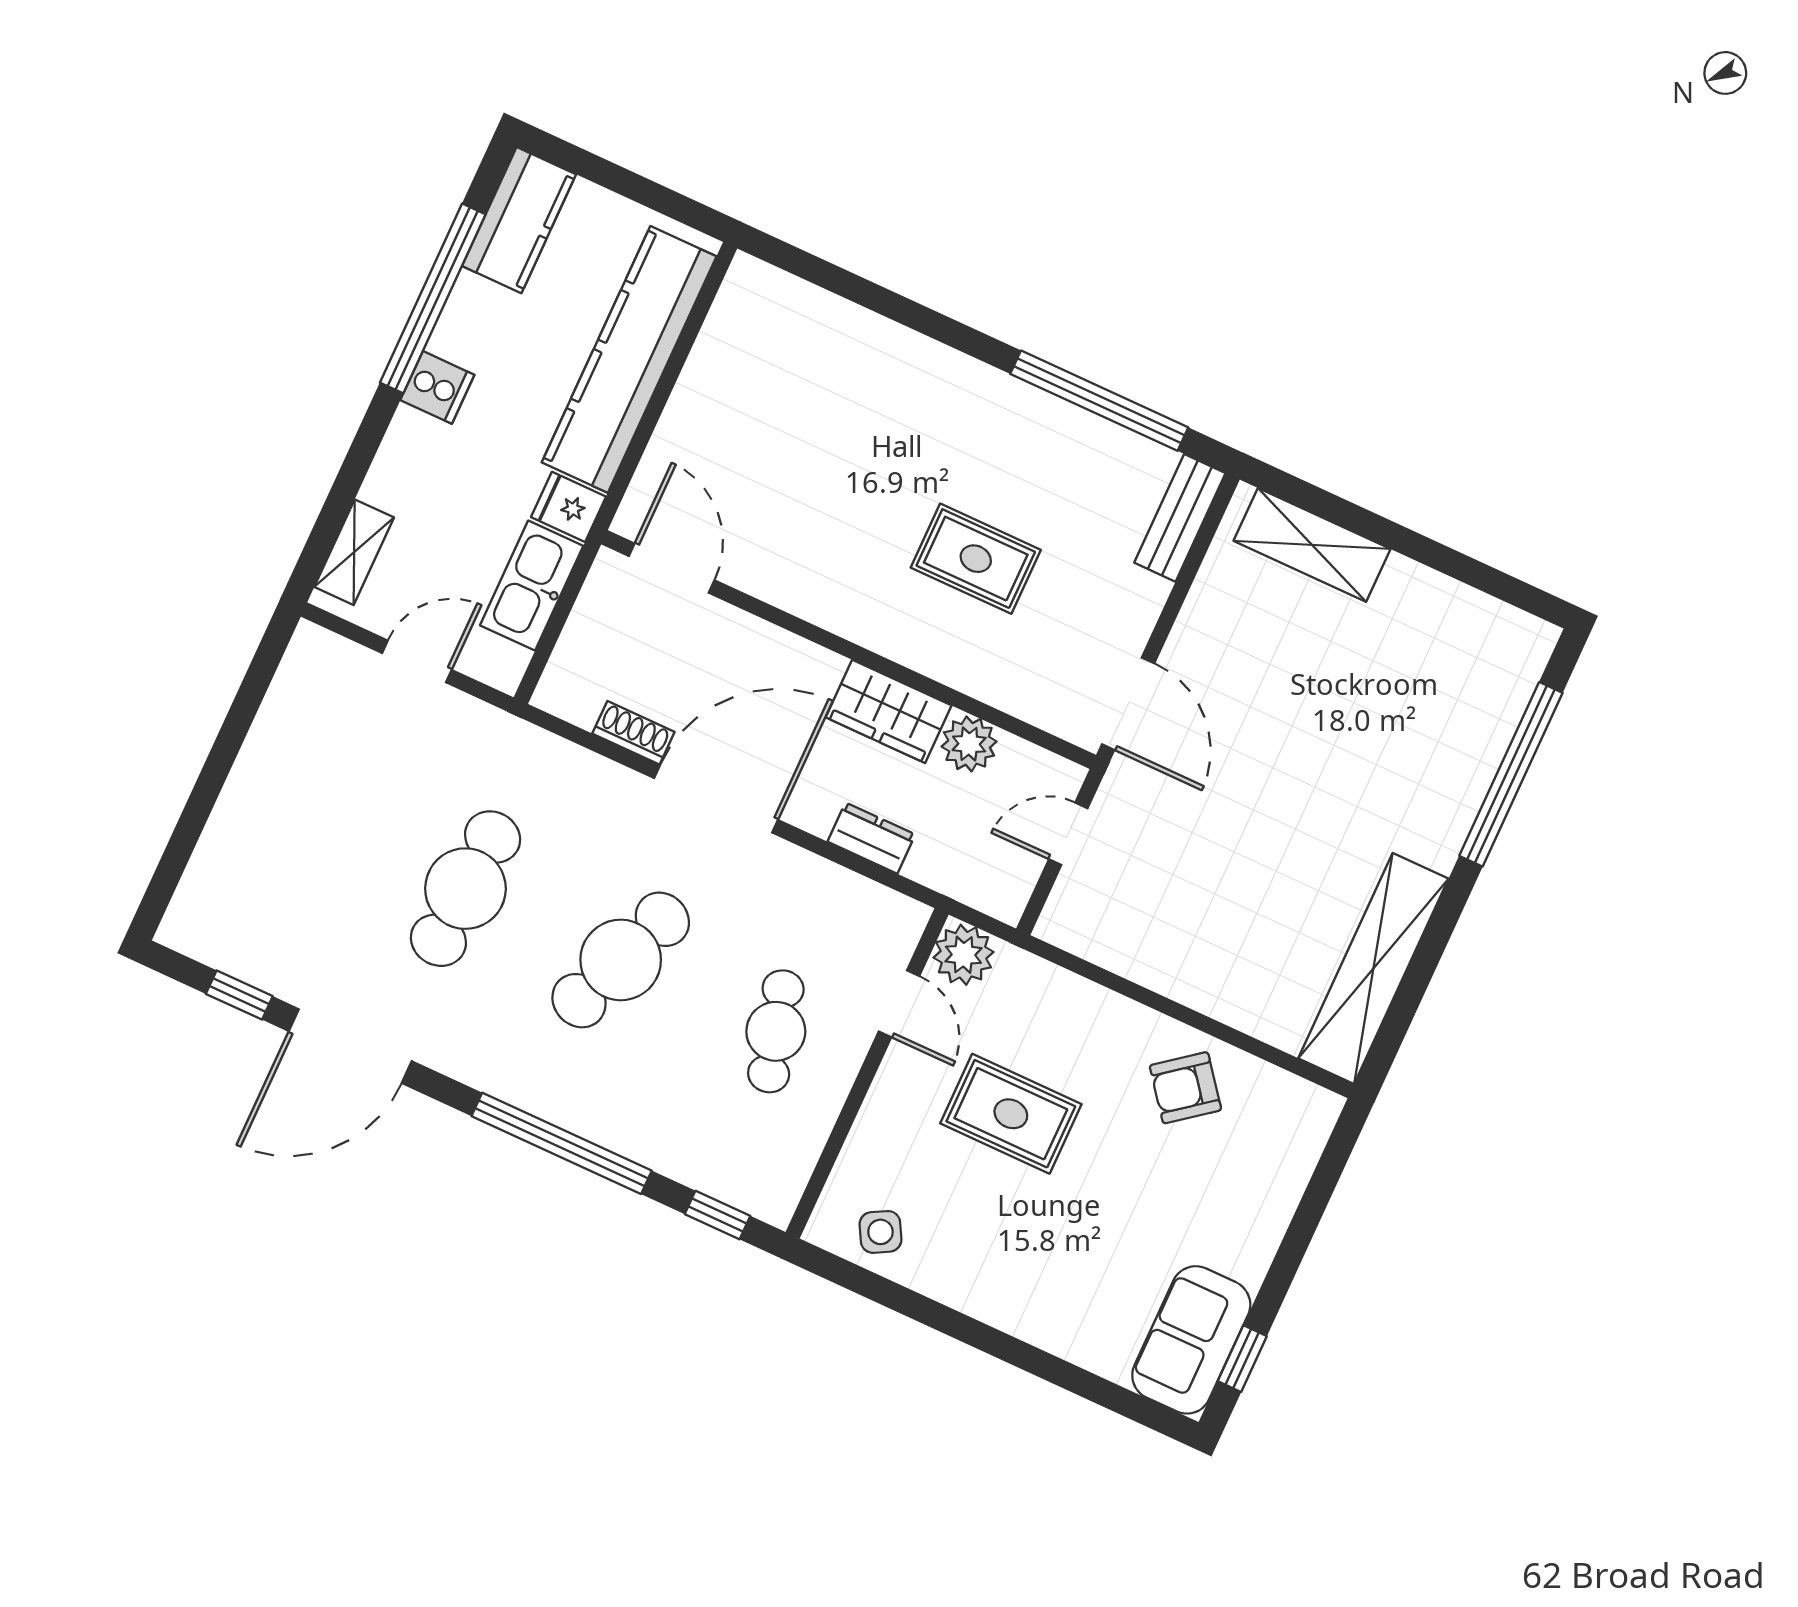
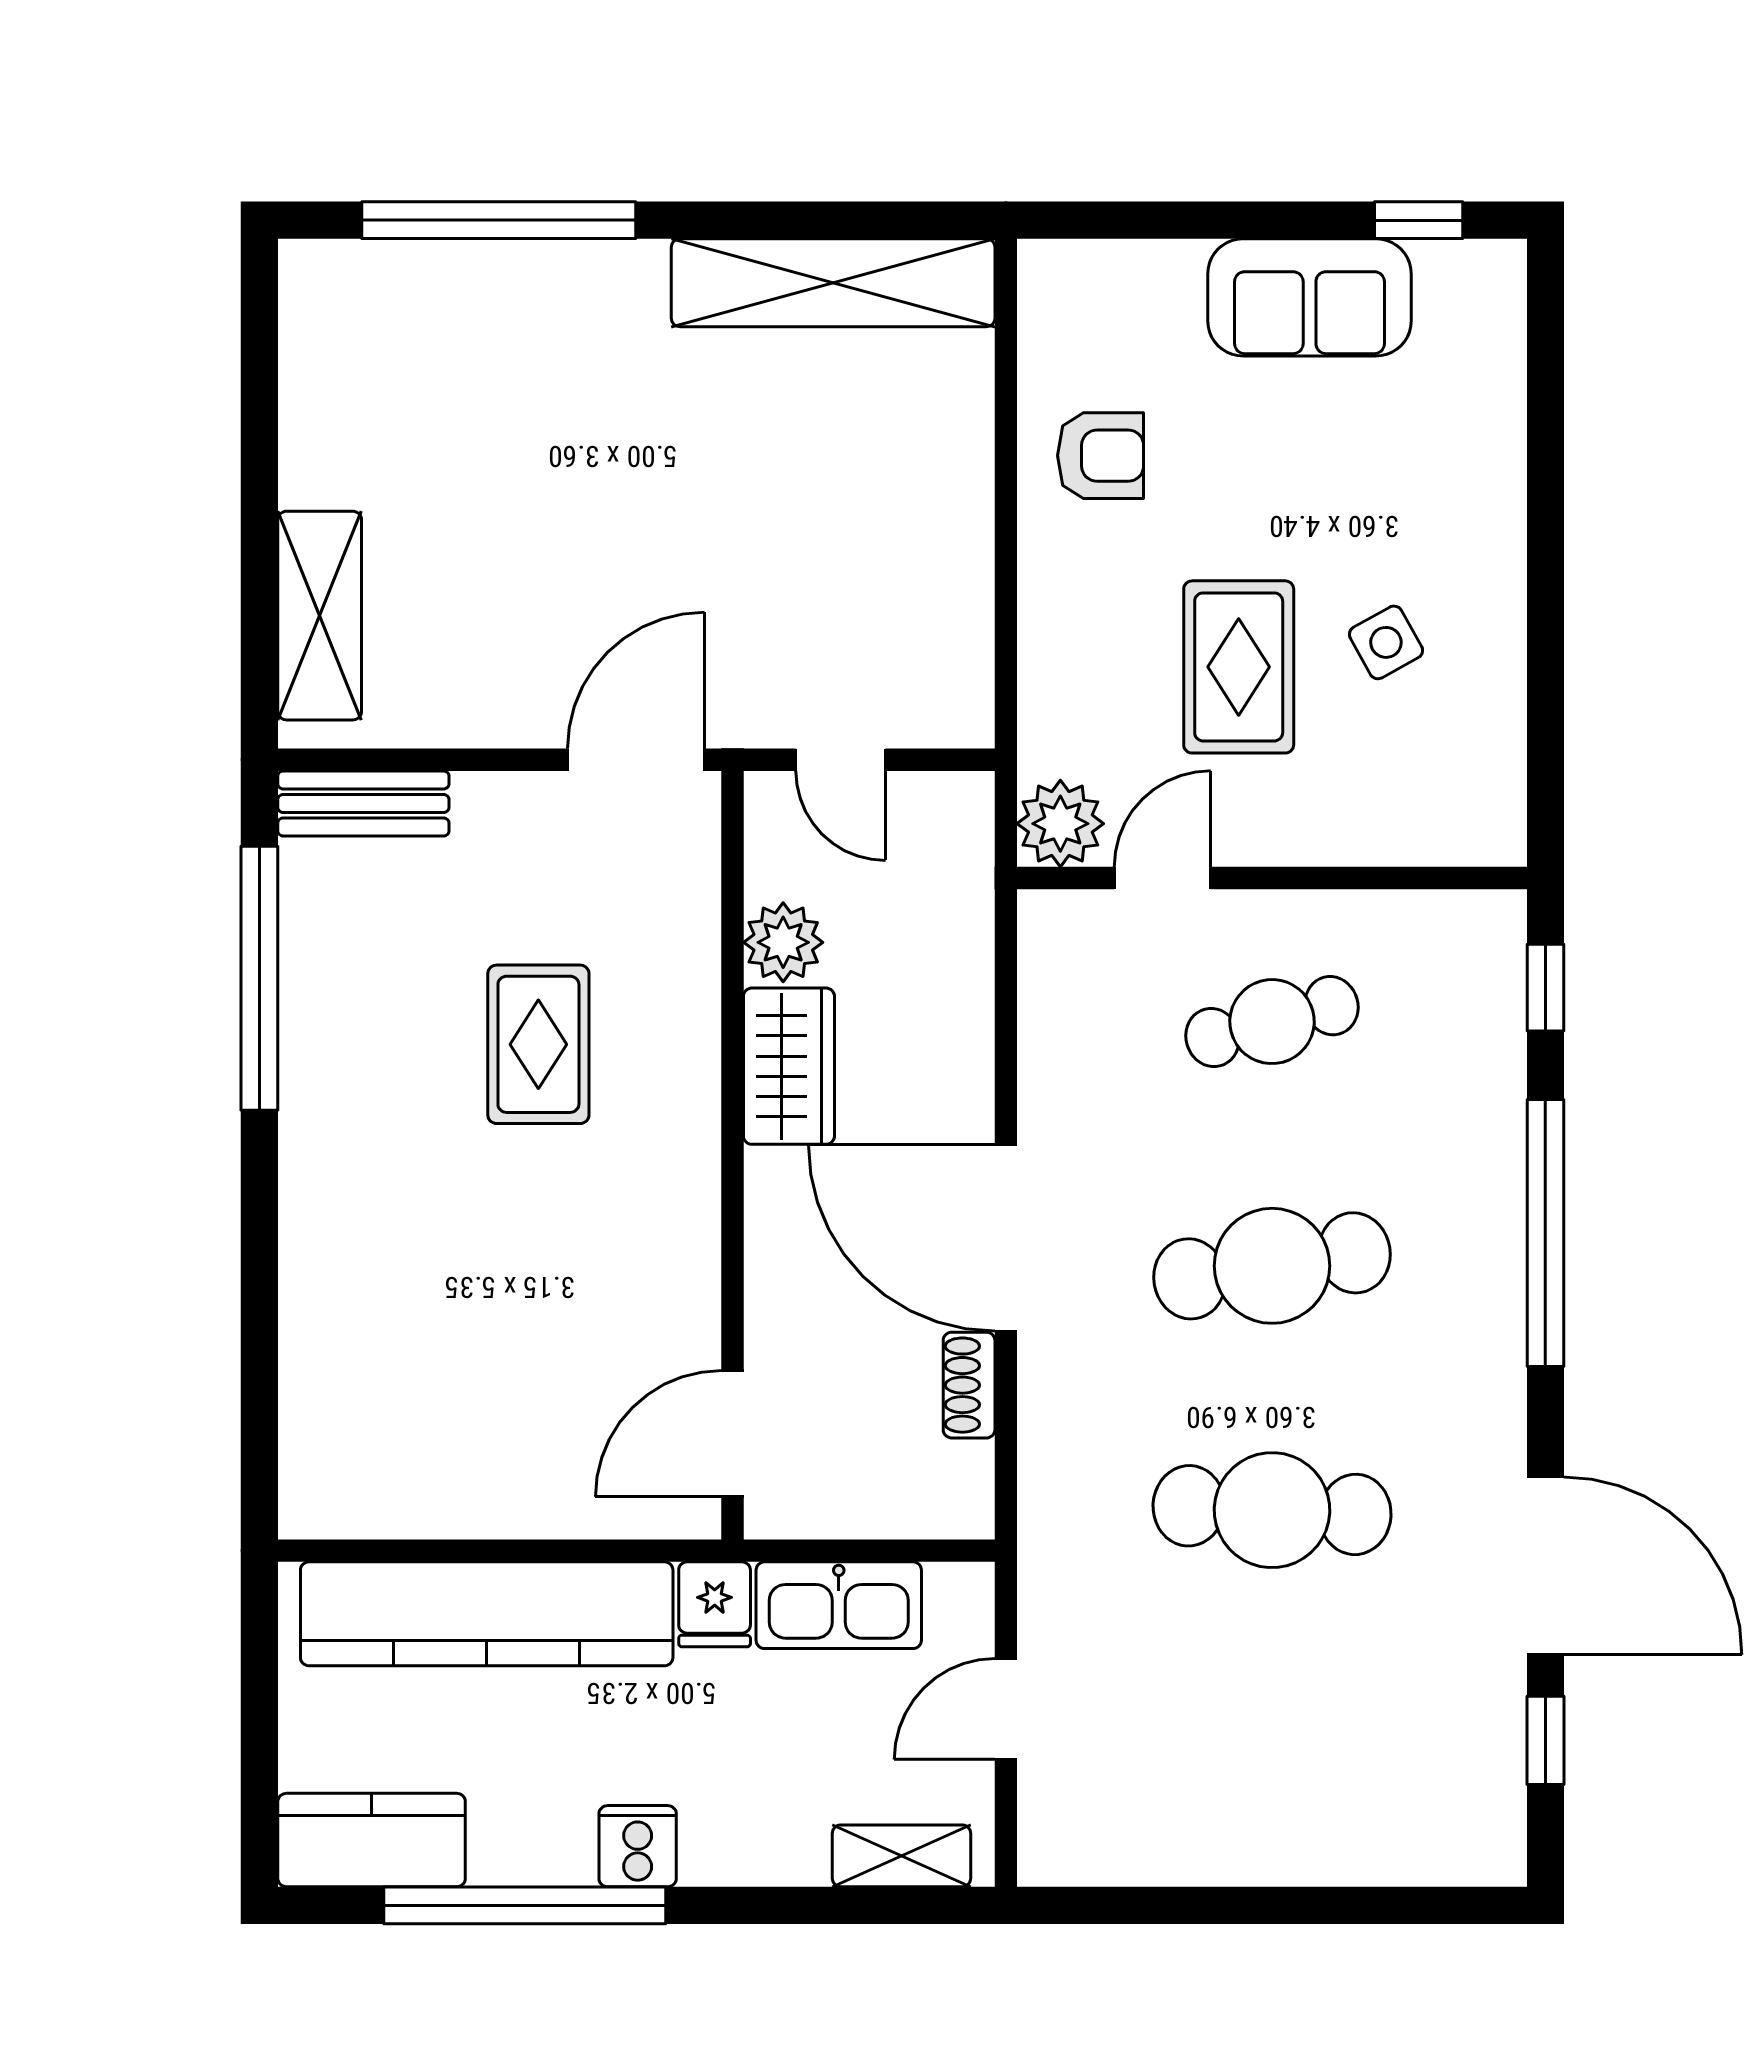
door: (417, 661) -> (1006, 1709), hinge flipped
dresser: (871, 838) -> (964, 1013), removed
cafe table: (621, 960) -> (1272, 1266), turned -30
armchair: (1185, 1088) -> (1101, 456), turned -52
side table: (880, 1232) -> (1386, 642), moved
sofa: (1191, 1340) -> (1310, 297), moved

